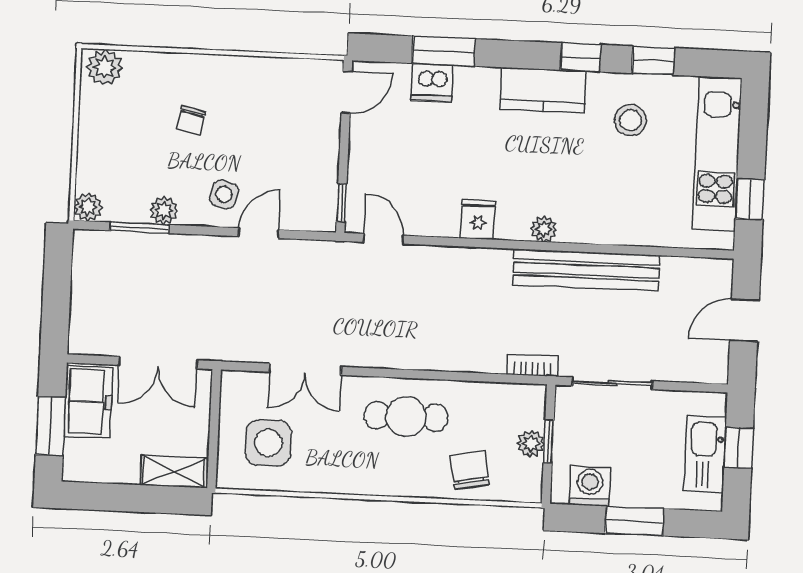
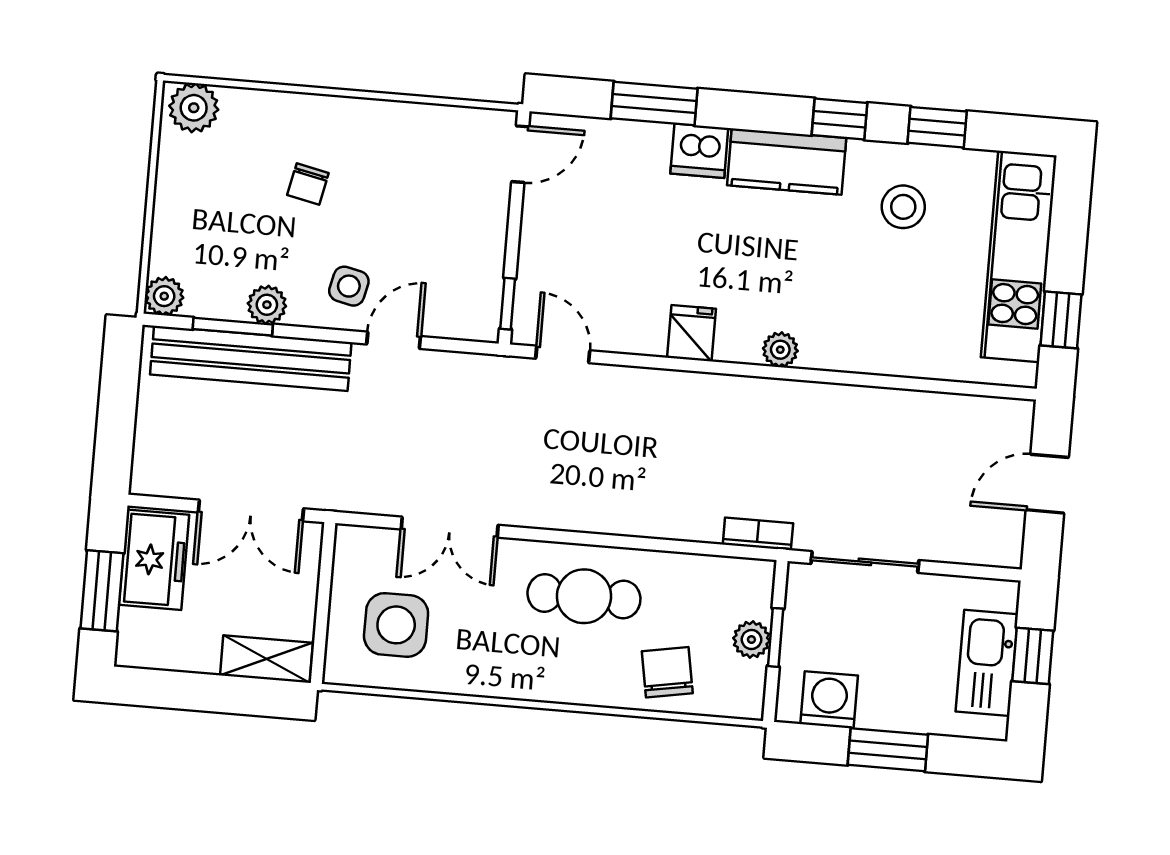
dishwasher: (432, 83) -> (699, 151), moved
bench: (586, 270) -> (251, 358), moved

